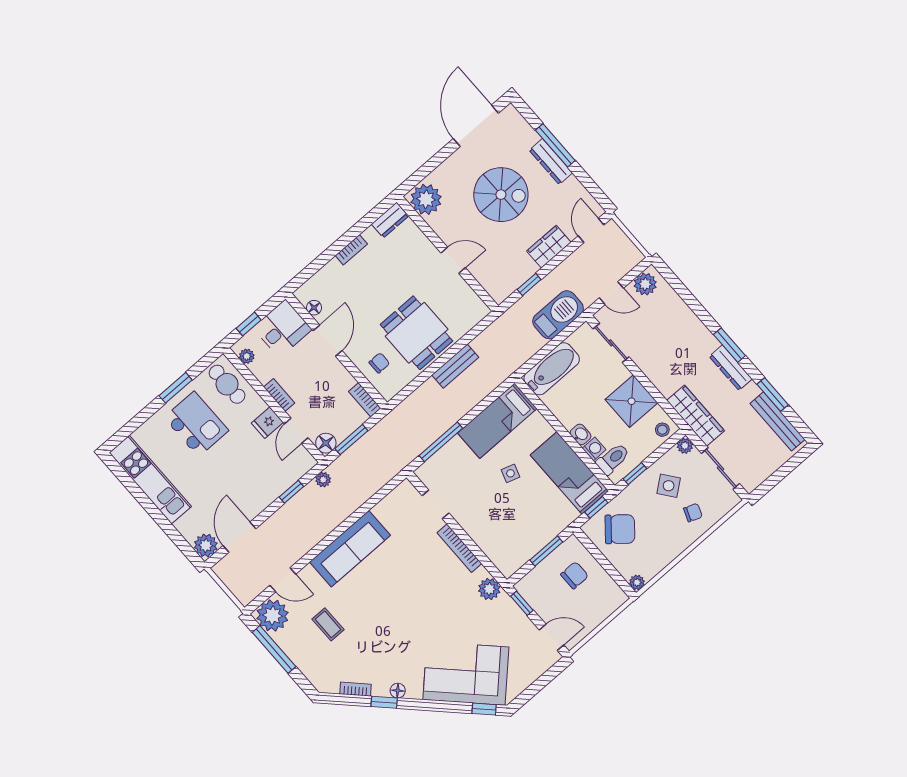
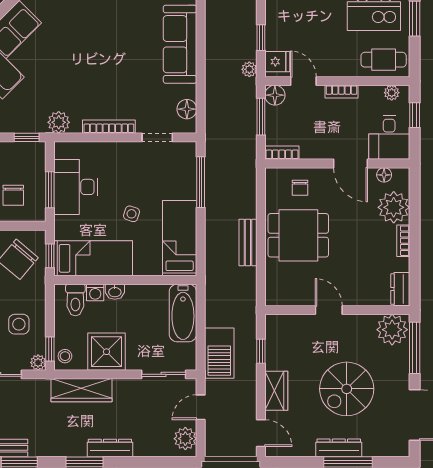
window: (425, 170) -> (415, 348), added
door: (453, 260) -> (329, 310), swing flipped
plant: (332, 279) -> (394, 207), added
dresser: (731, 368) -> (110, 448), moved
wardrobe: (695, 416) -> (82, 390), moved
fridge: (267, 423) -> (277, 62), moved, turned 90
window: (635, 474) -> (50, 349), moved
side table: (669, 486) -> (19, 324), turned 38
floor lamp: (395, 501) -> (187, 109), added
desk: (527, 533) -> (76, 187), added

